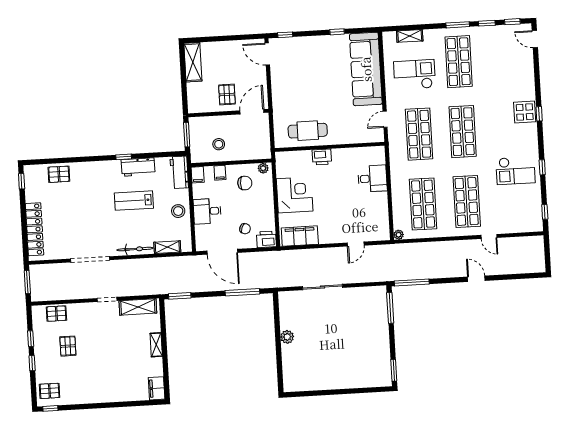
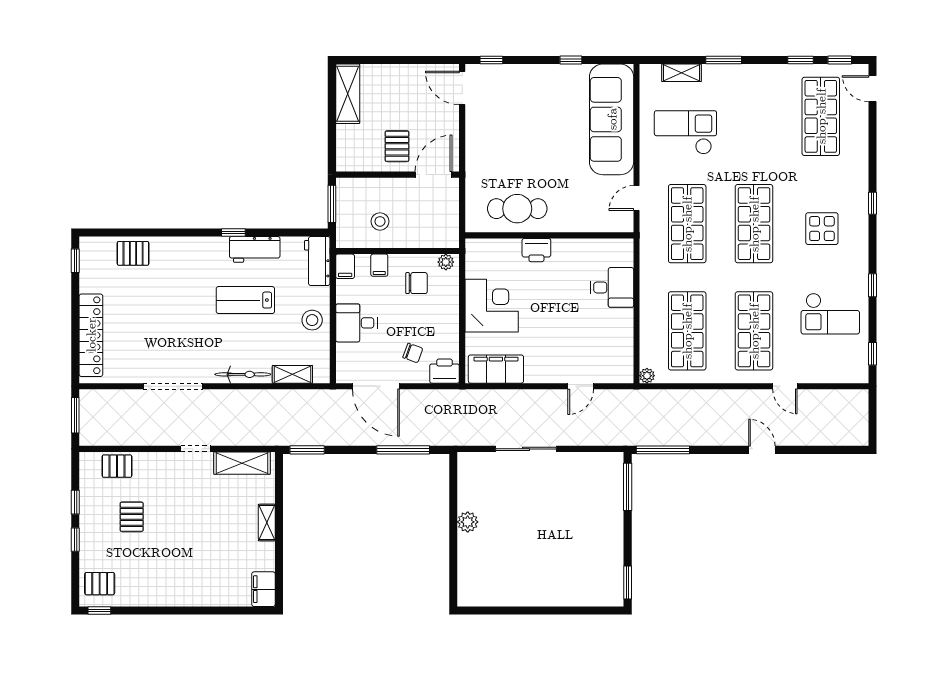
window: (458, 25) -> (724, 60), moved
shop shelf: (459, 62) -> (821, 116), moved
display table: (525, 112) -> (822, 229), moved
checkout: (515, 171) -> (830, 314), moved

